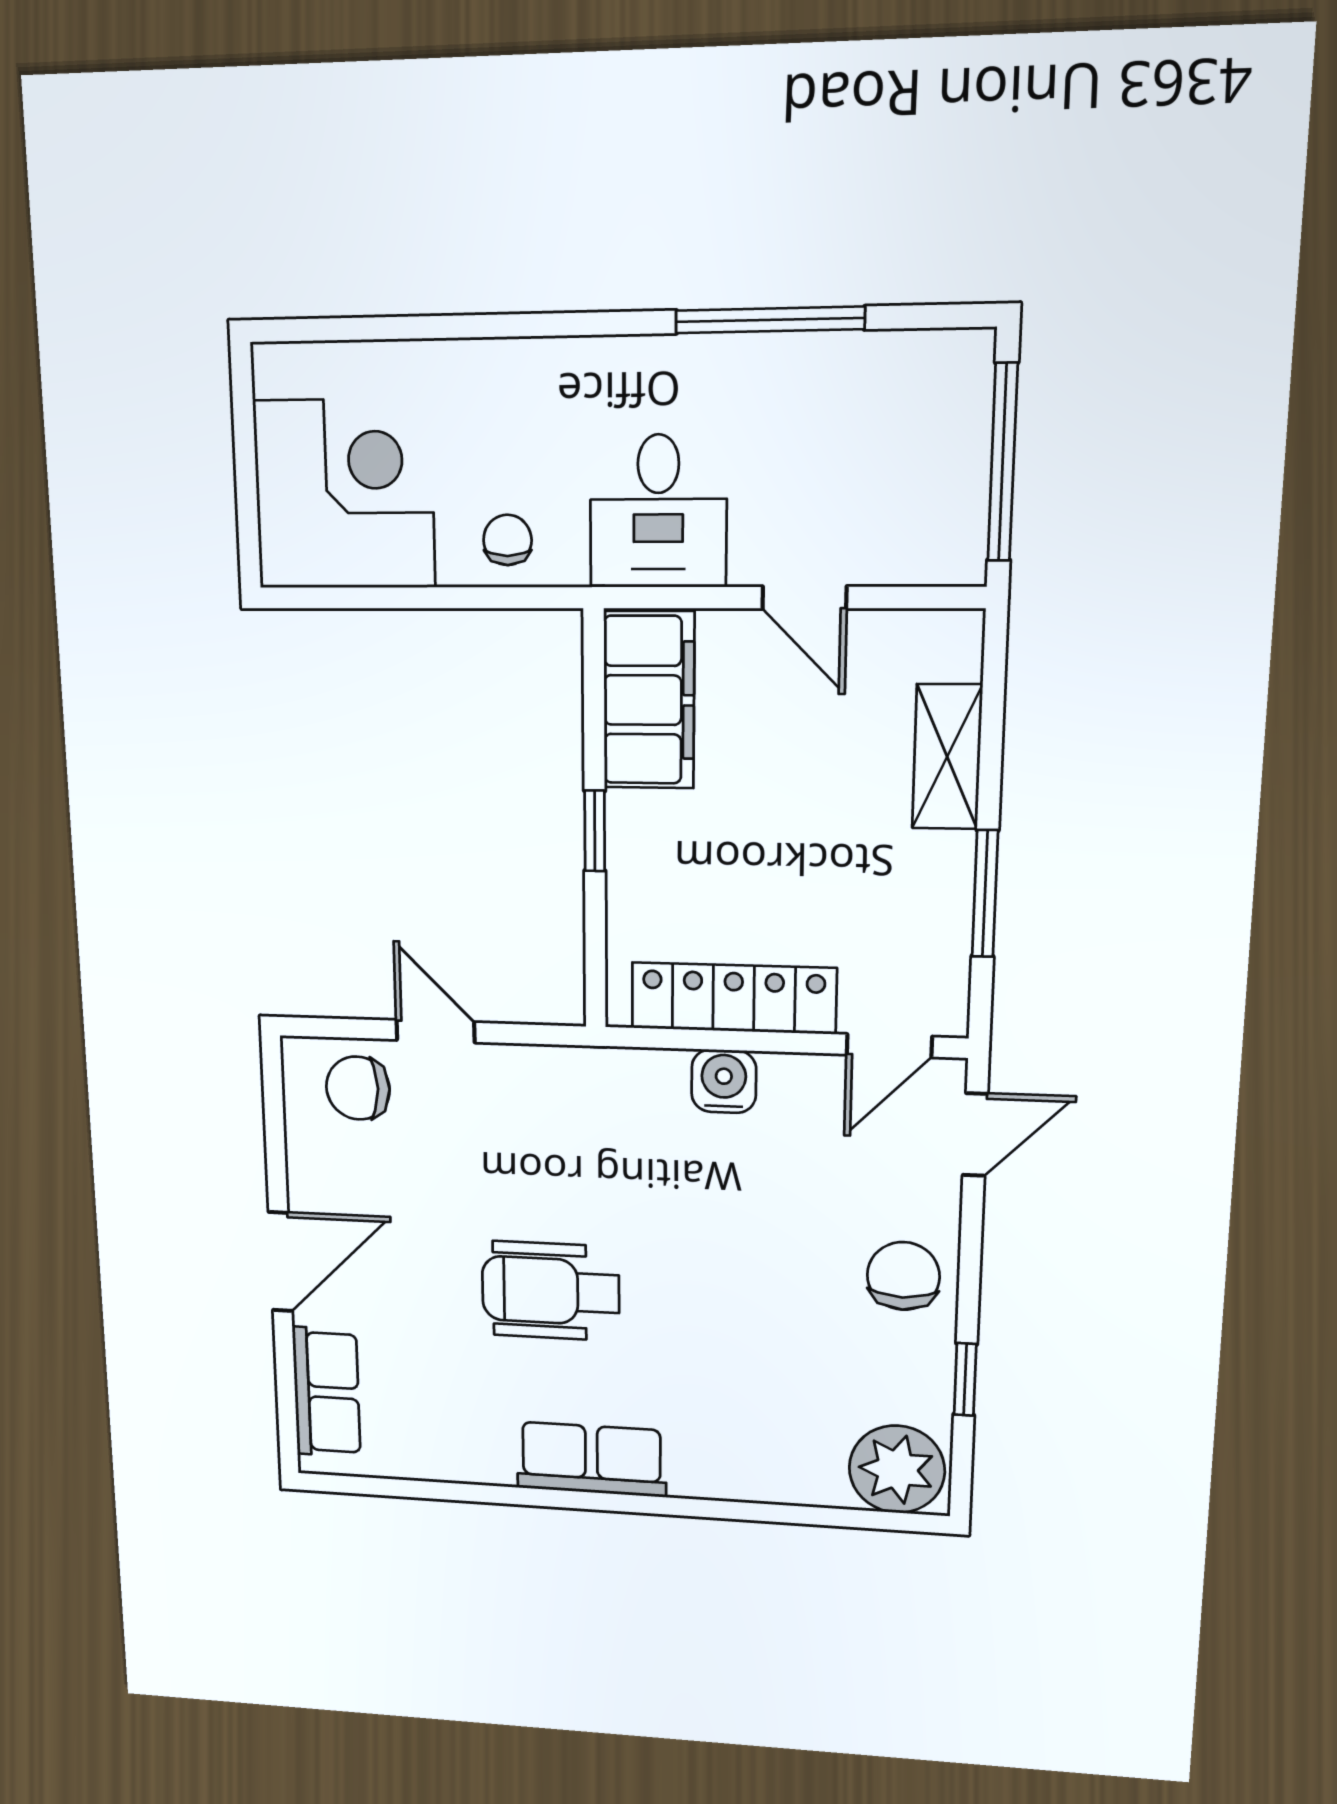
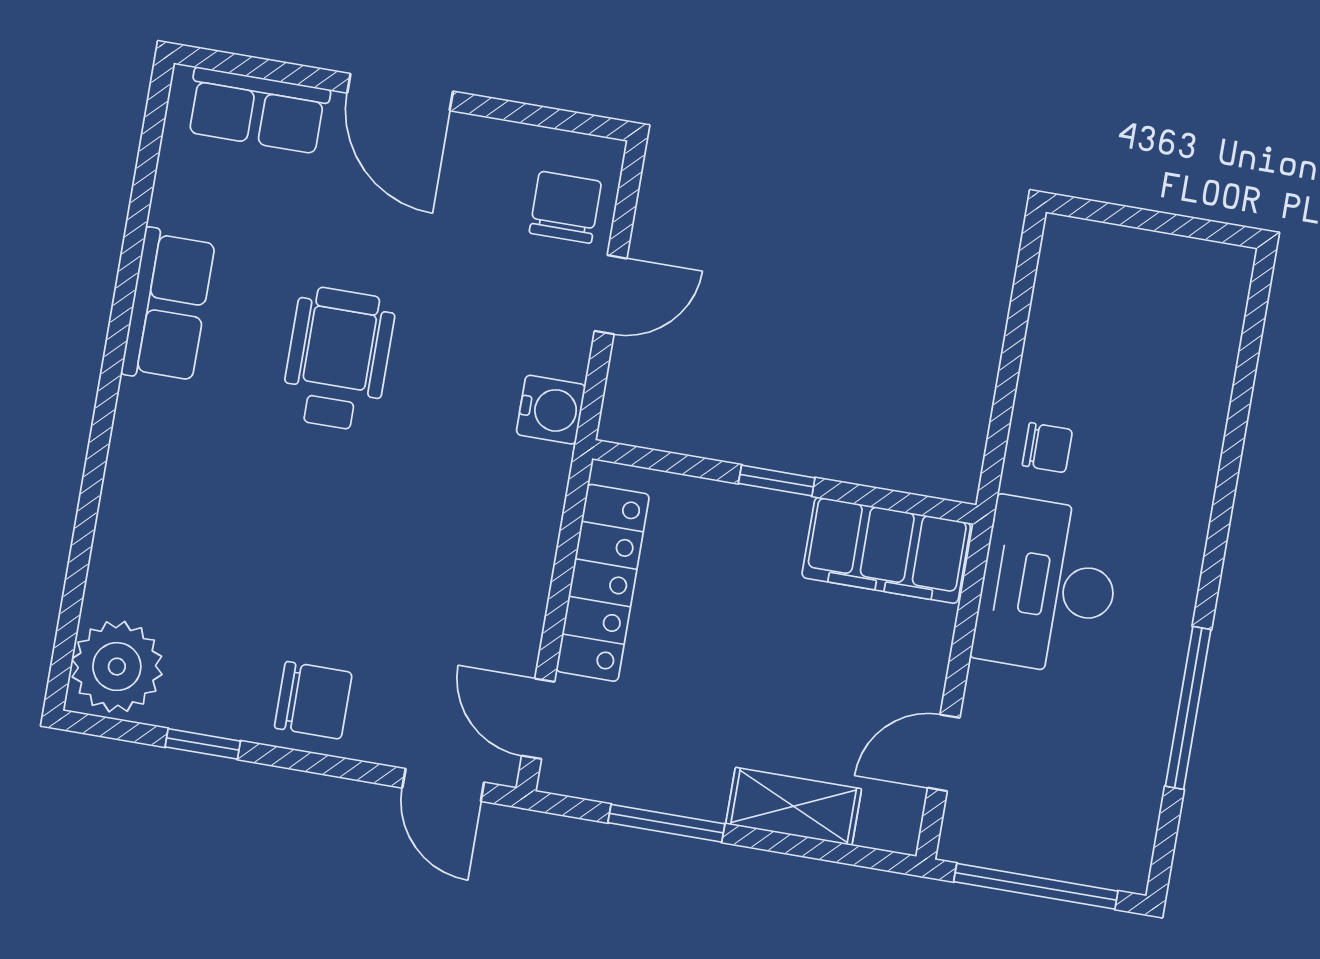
corner desk: (344, 494) -> (1113, 307), removed
desk: (658, 511) -> (1048, 586), width x1.37
door: (804, 598) -> (944, 753), moved
water cooler: (724, 1081) -> (551, 410), moved
row of seats: (591, 1459) -> (168, 306), moved

